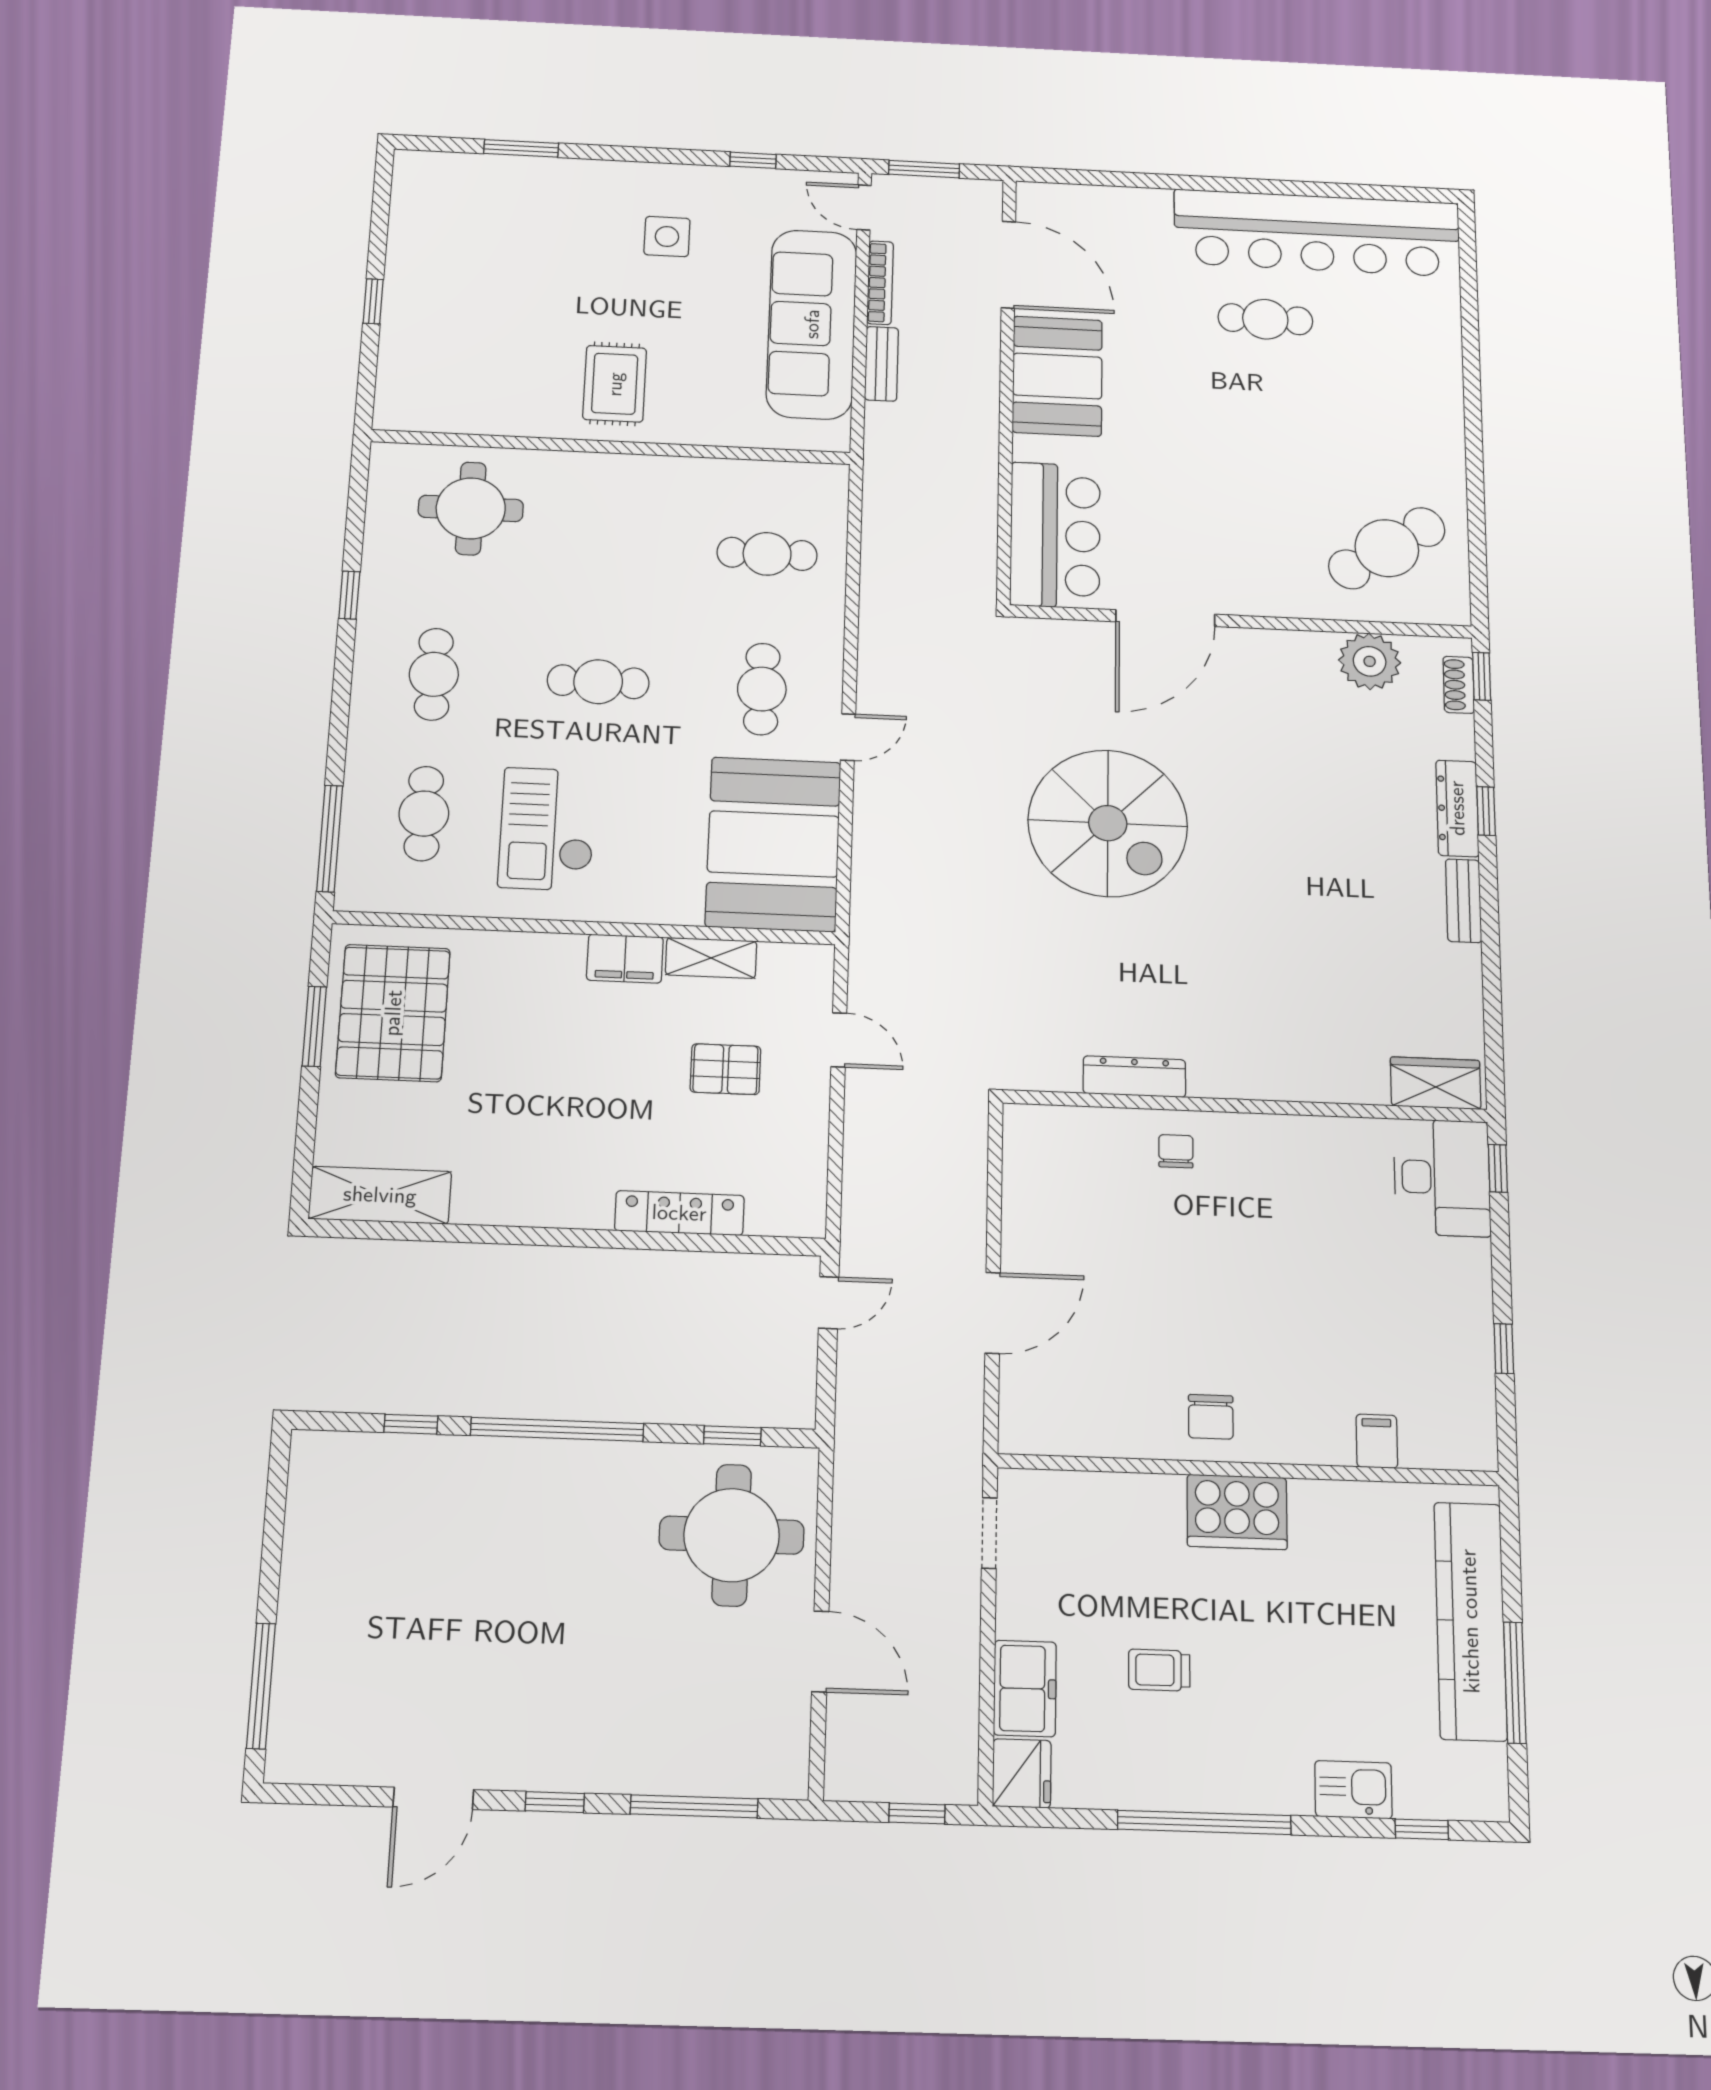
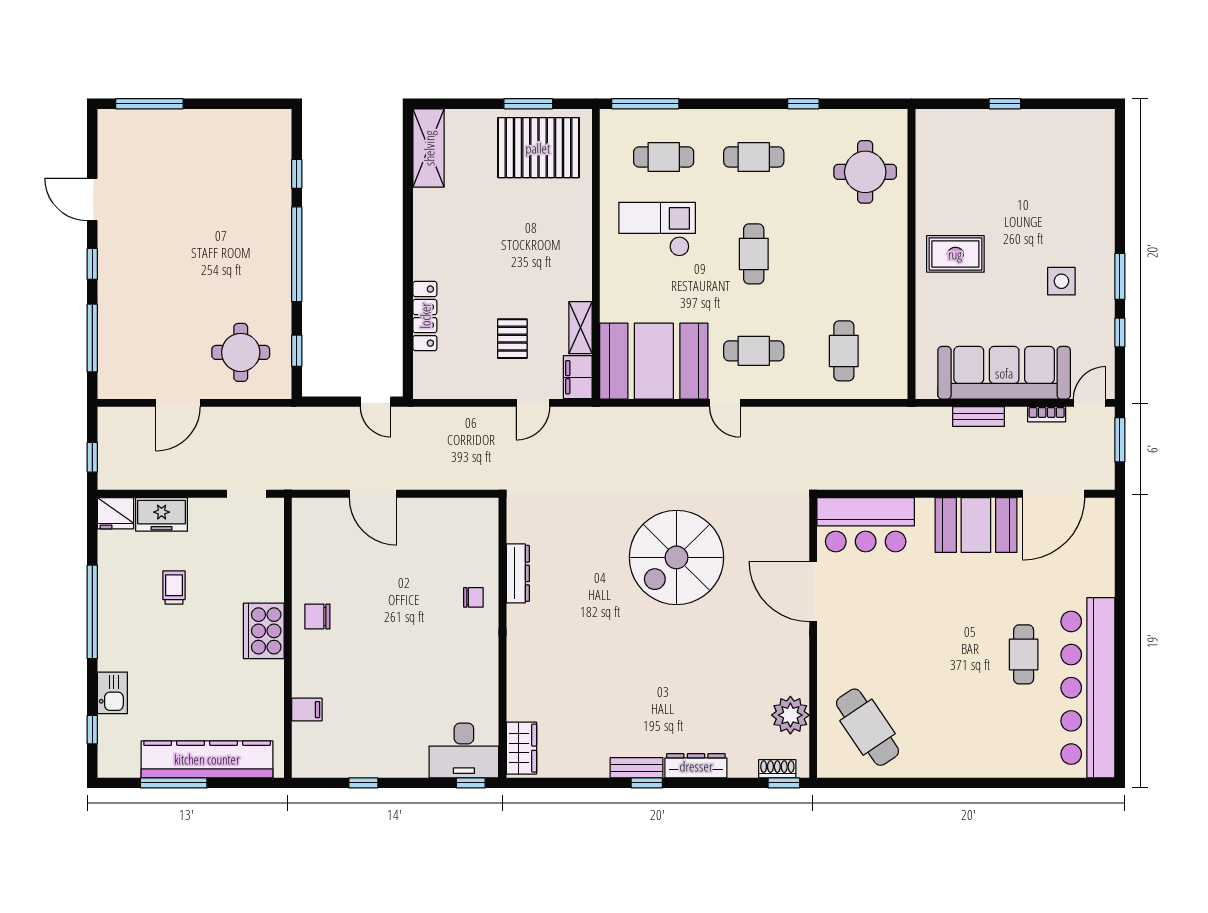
window: (521, 148) -> (1120, 276), moved
bookcase: (880, 283) -> (1047, 414), width x0.64
window: (1486, 811) -> (647, 783), moved
filing cabinet: (625, 959) -> (578, 377), moved
round table: (732, 1535) -> (241, 352), width x0.73, depth x0.73

